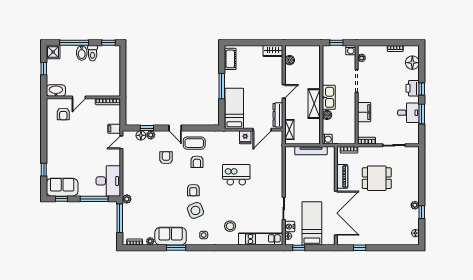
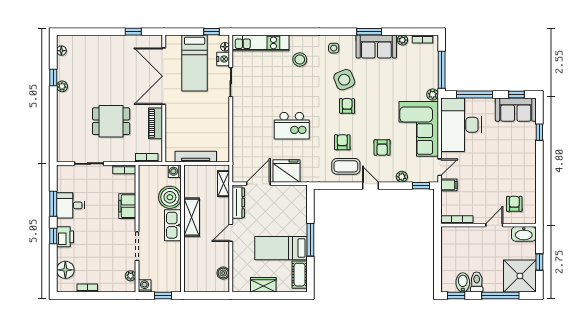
wardrobe: (273, 51) -> (263, 285), moved
shower: (53, 52) -> (520, 276), width x1.86, depth x1.86
bidet: (82, 53) -> (463, 282), moved
bed: (234, 108) -> (281, 248), moved, turned 90
boiler: (327, 115) -> (170, 197), width x1.86, depth x1.86
window: (147, 128) -> (421, 186), moved
floor lamp: (141, 135) -> (414, 176), removed
fridge: (245, 137) -> (286, 171), width x1.88, depth x1.34
corner sofa: (138, 172) -> (419, 129), added
desk: (108, 181) -> (461, 125), width x1.36, depth x1.30

